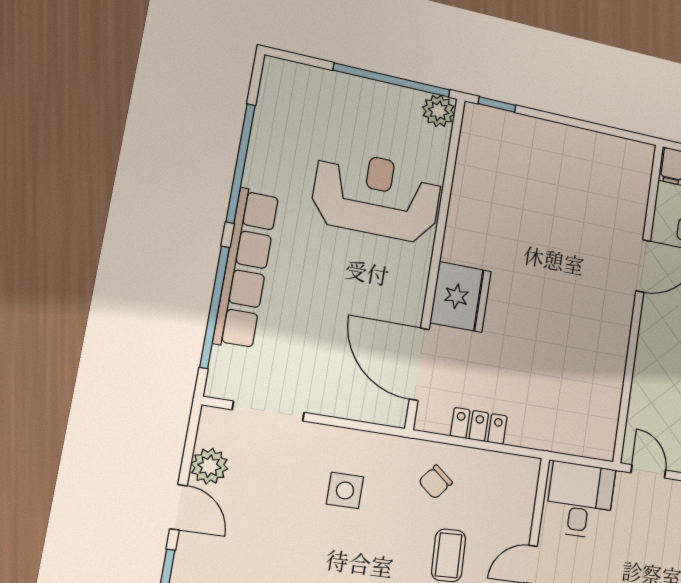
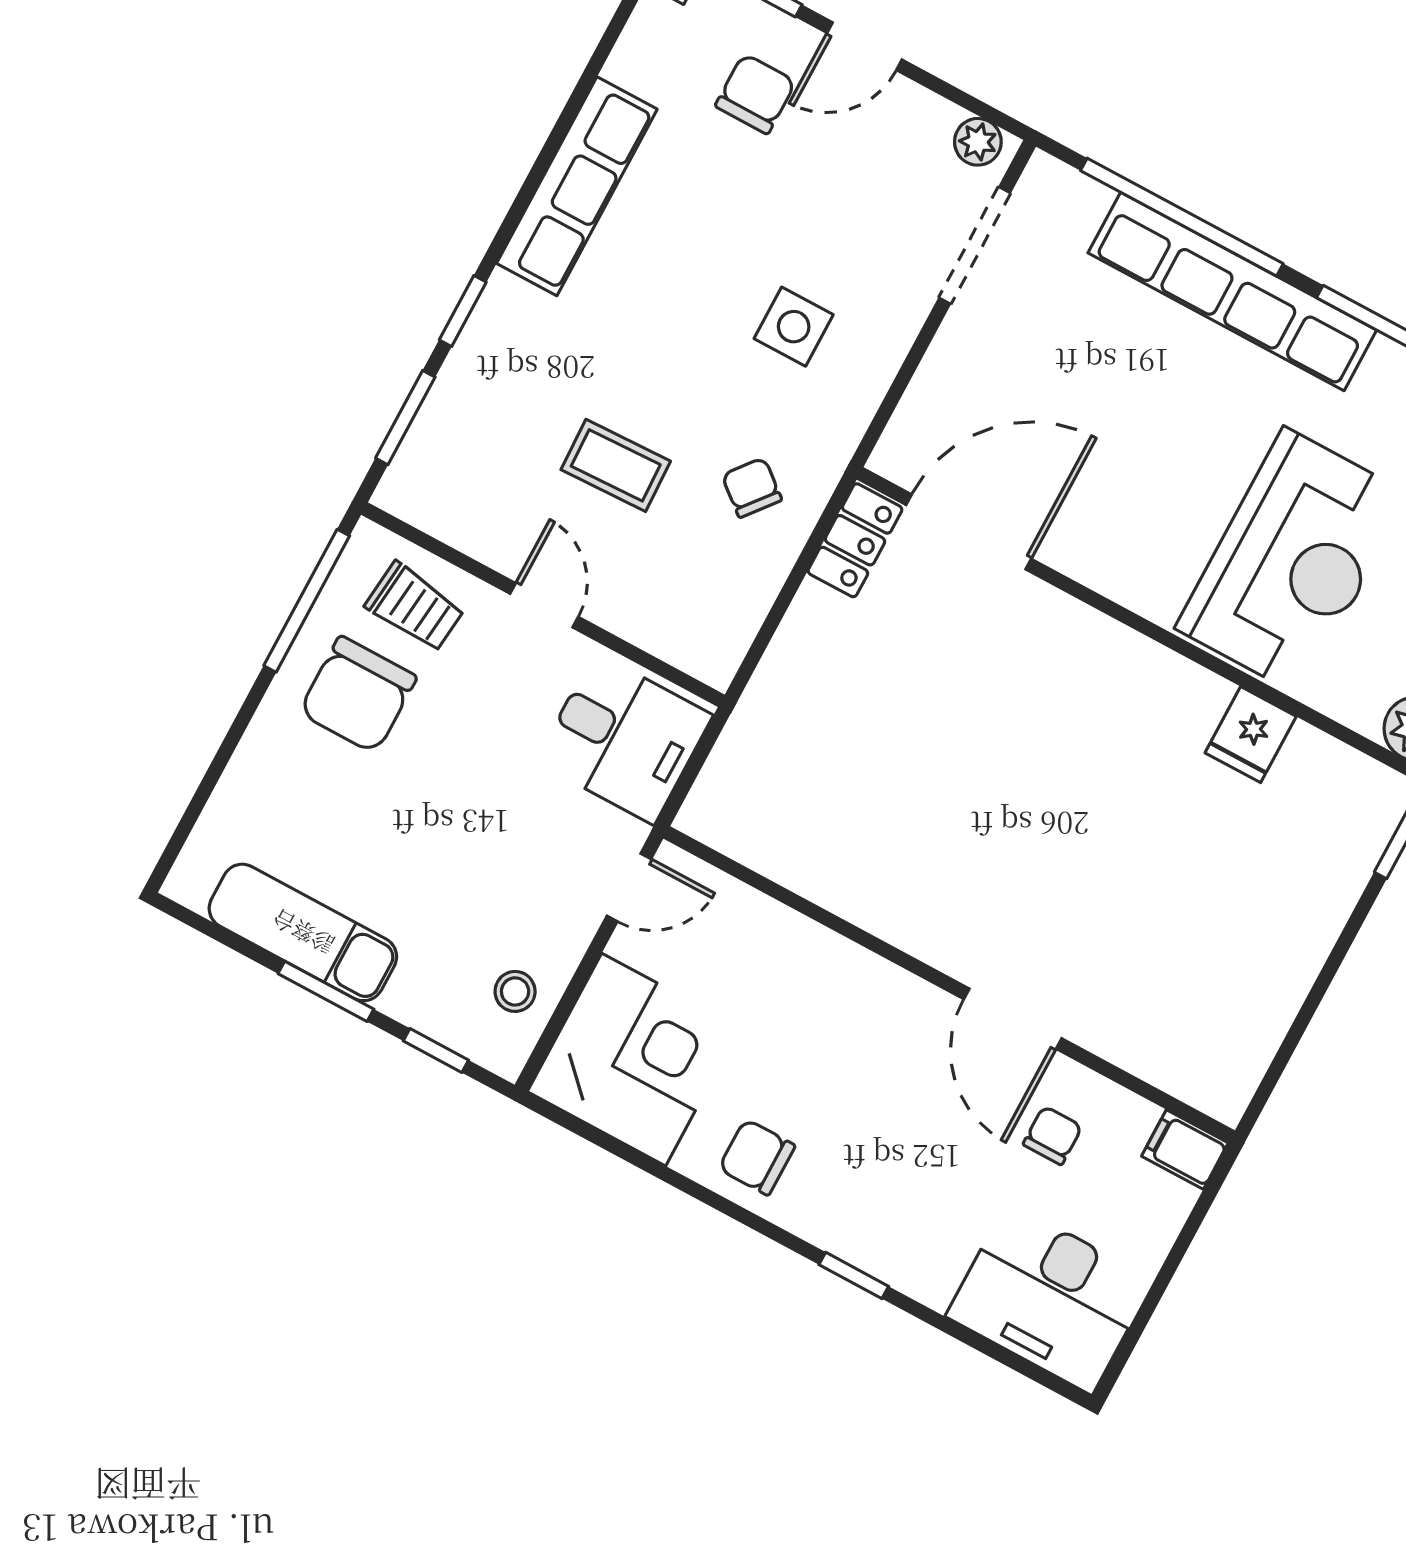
fridge: (461, 297) -> (1251, 735), moved, width x0.53, depth x0.75
locker: (479, 426) -> (855, 540), moved
plant: (209, 466) -> (978, 142), moved, width x0.73, depth x0.73
chair: (226, 556) -> (756, 94), added

